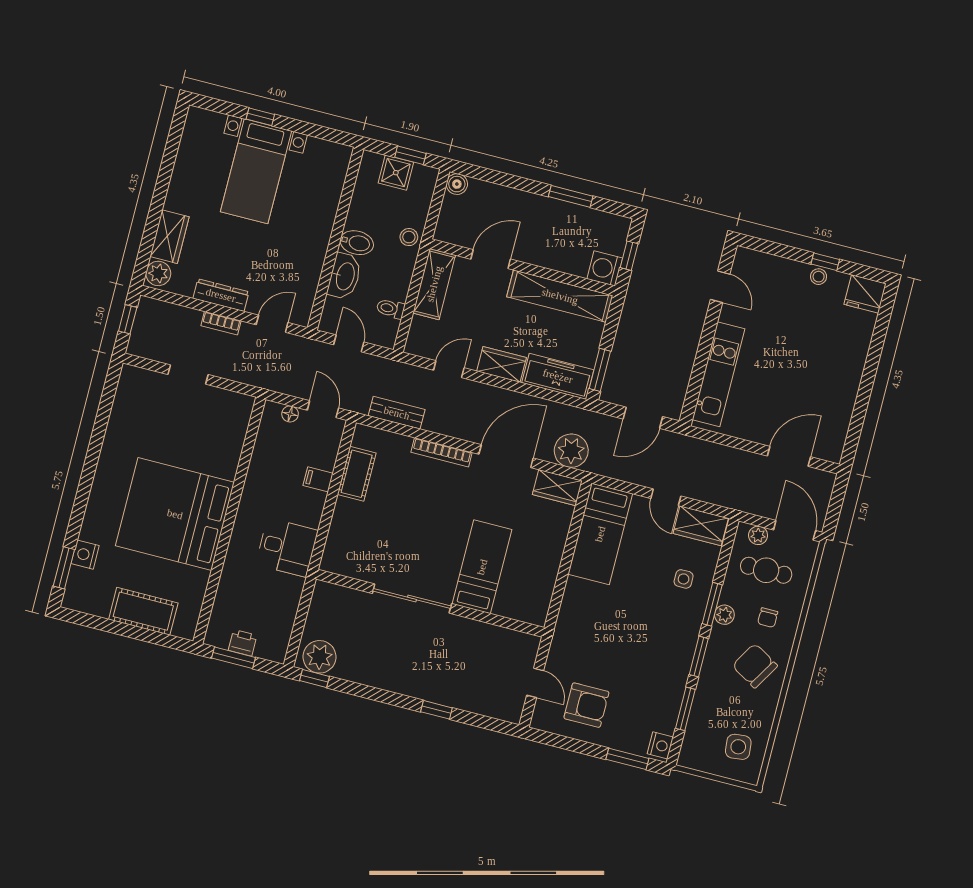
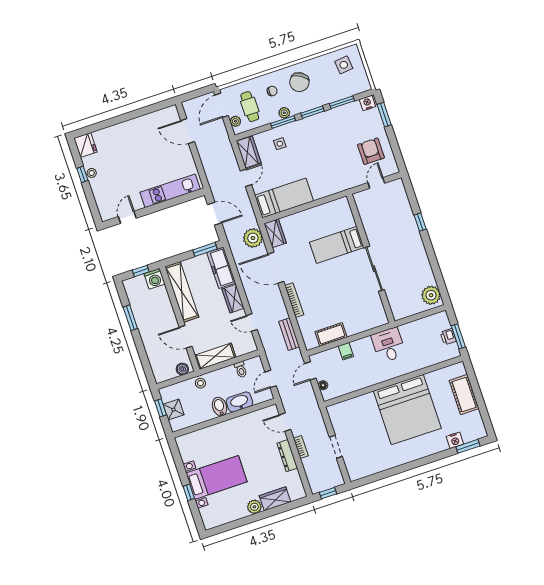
boiler: (457, 184) -> (182, 369), moved
plant: (158, 273) -> (254, 507), moved
window: (314, 678) -> (443, 291), removed

